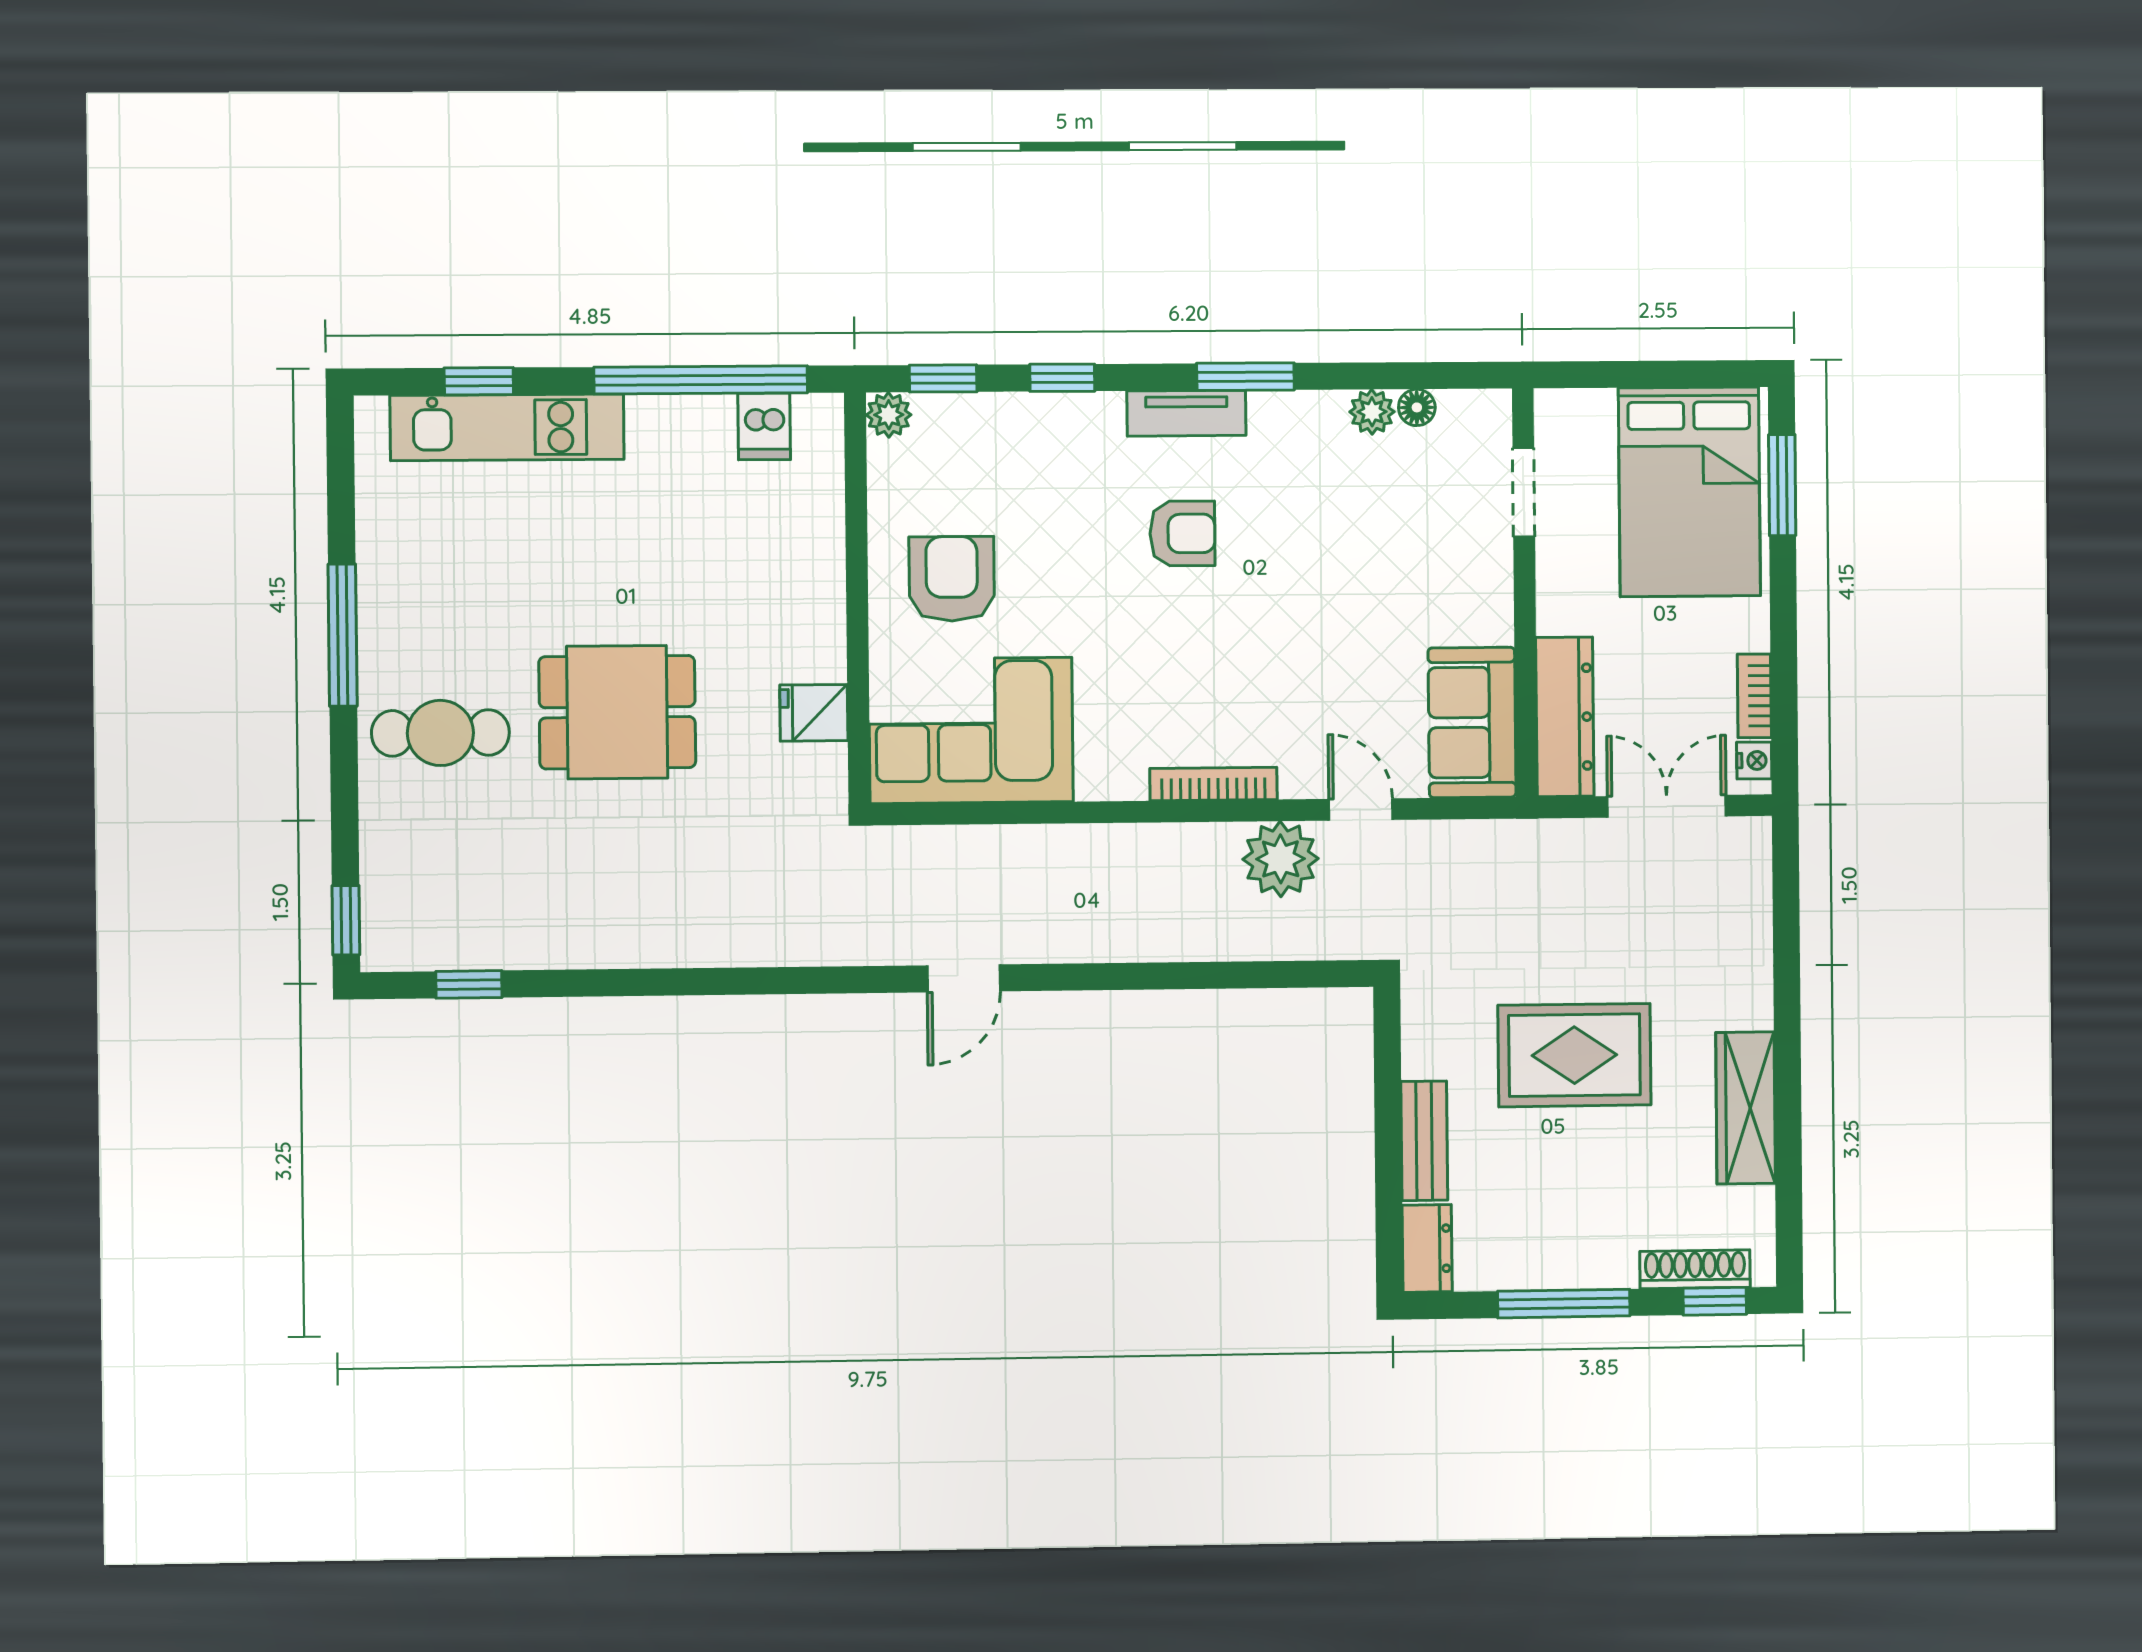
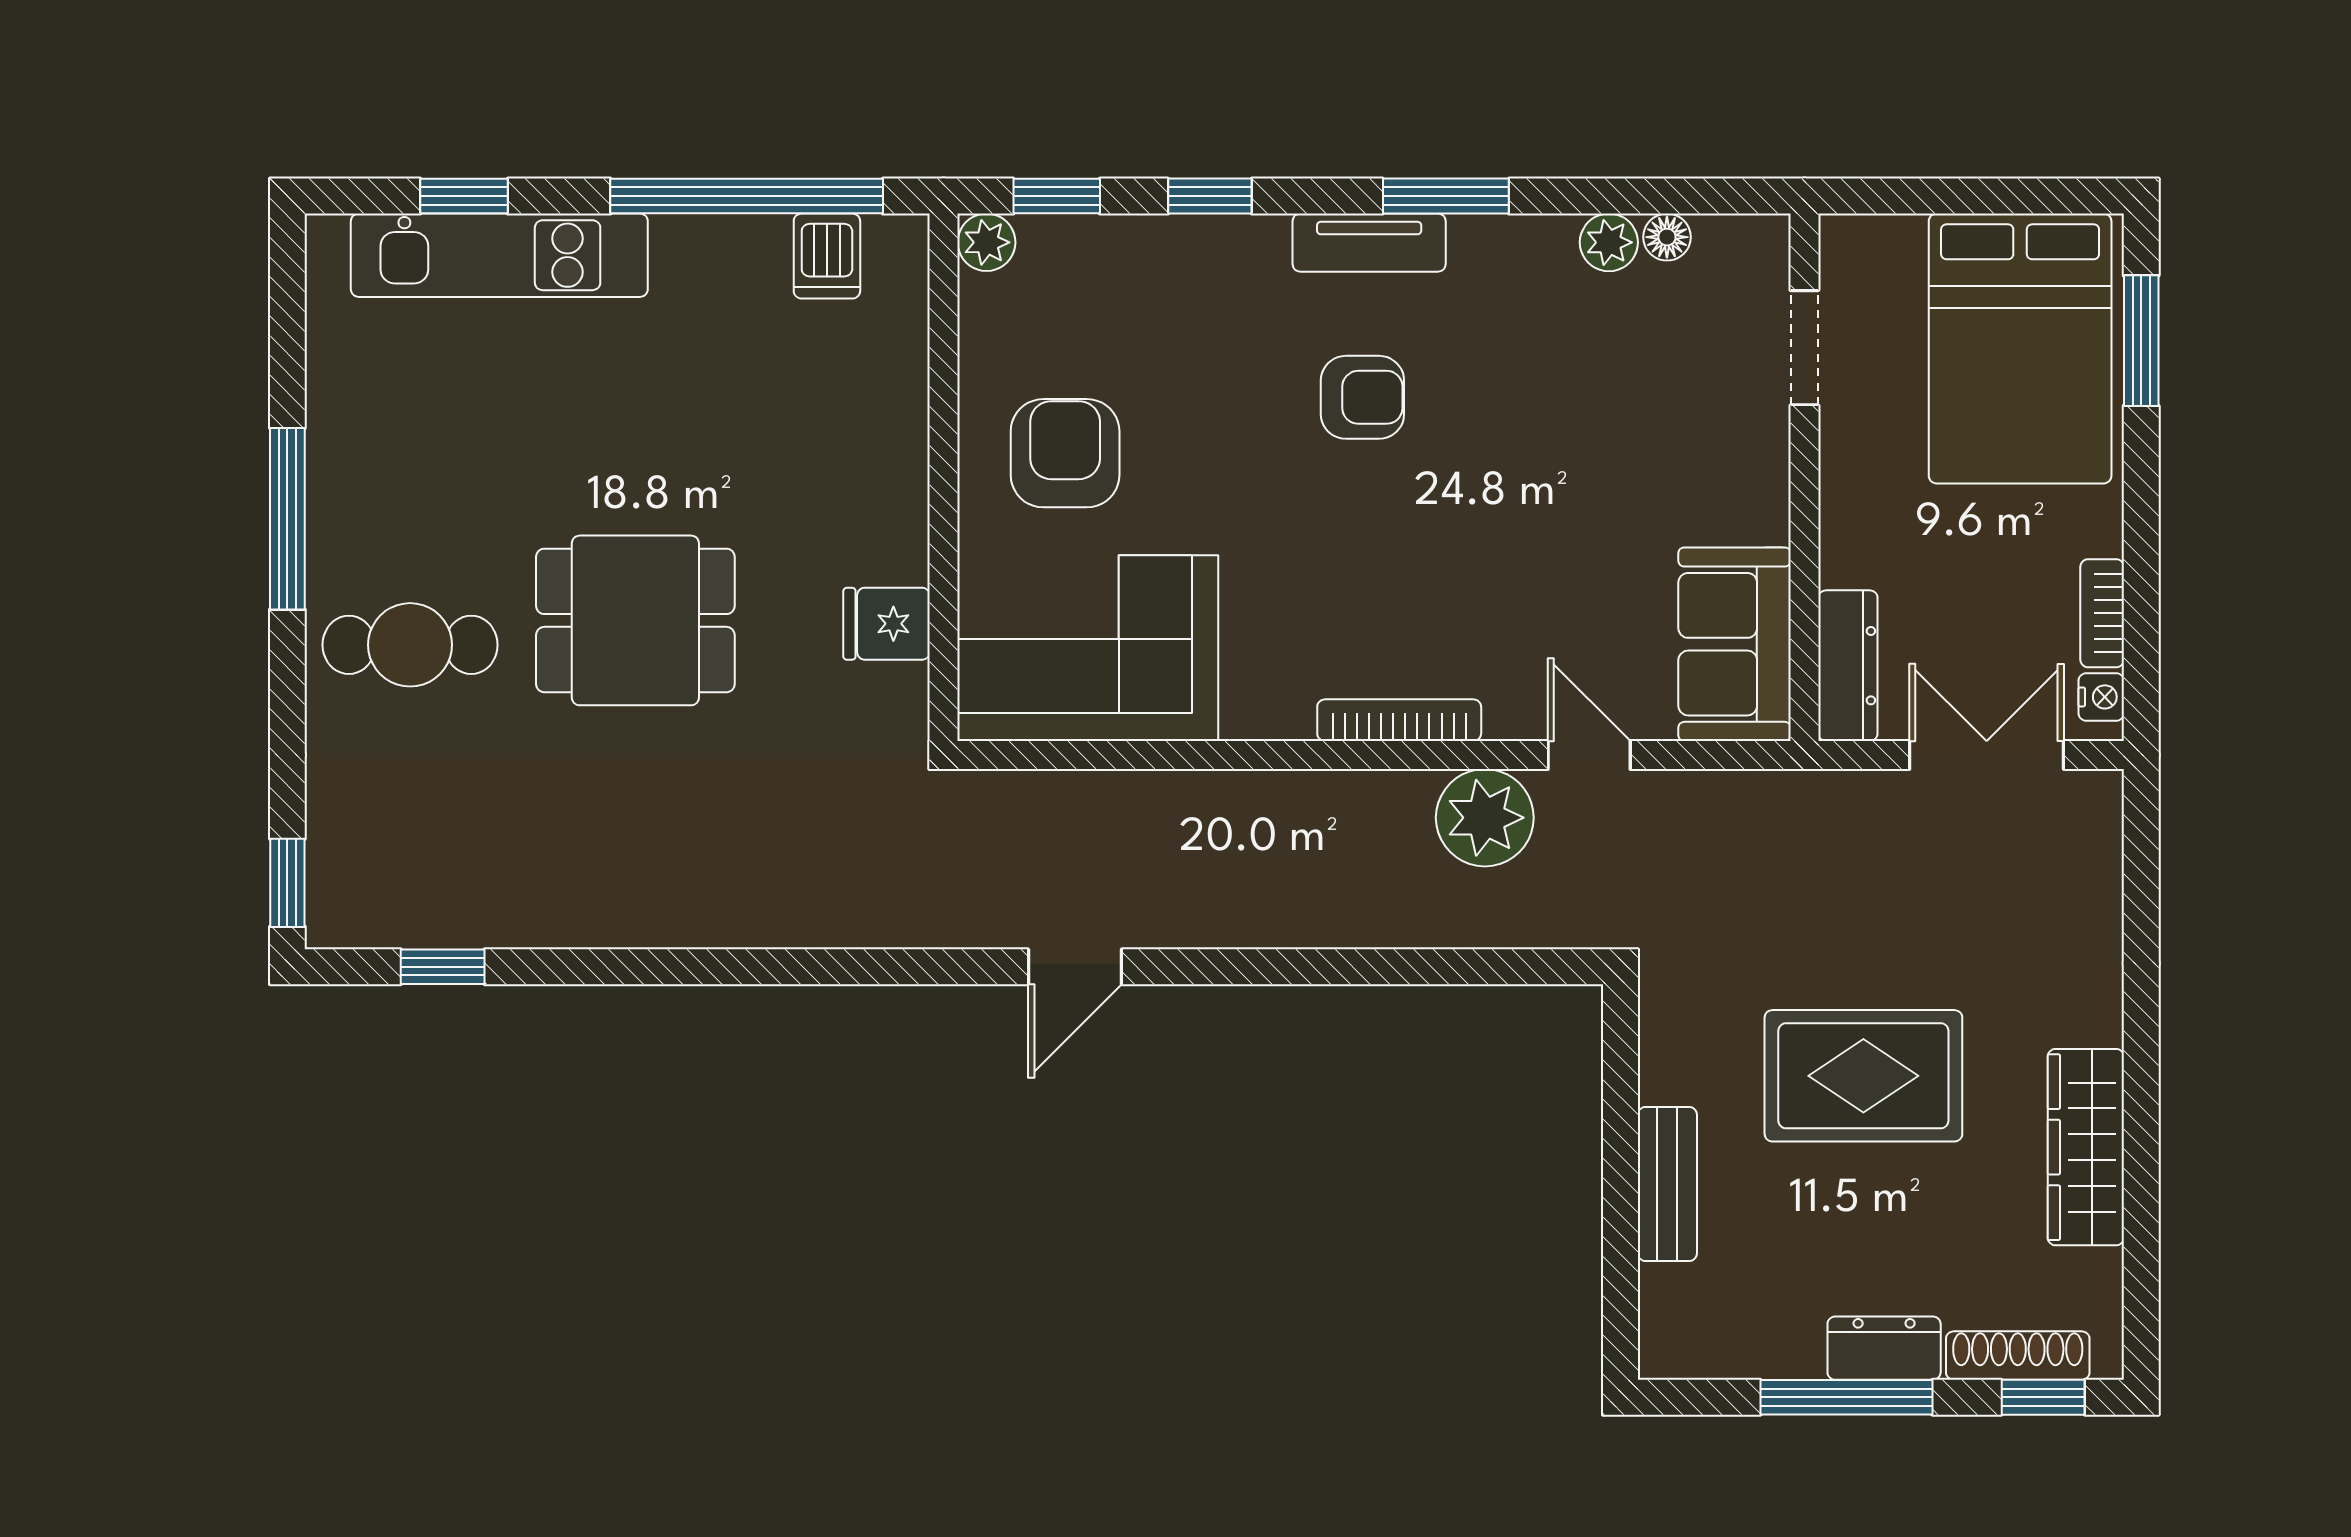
dresser: (1565, 717) -> (1848, 666), width x0.73, depth x0.80
dresser: (1427, 1248) -> (1884, 1348), moved, turned -90

